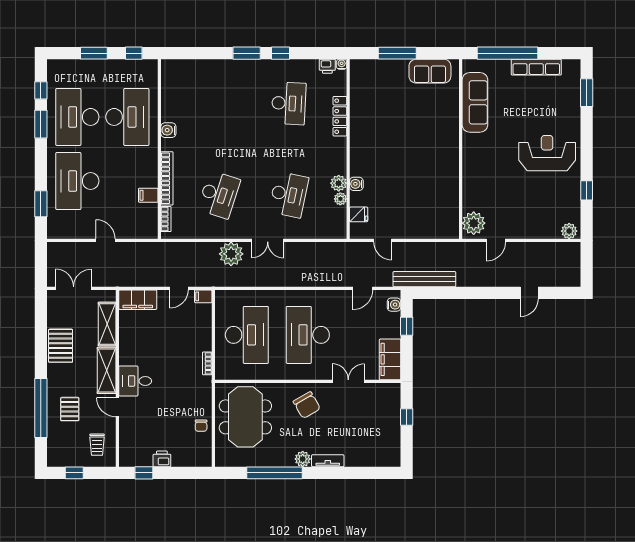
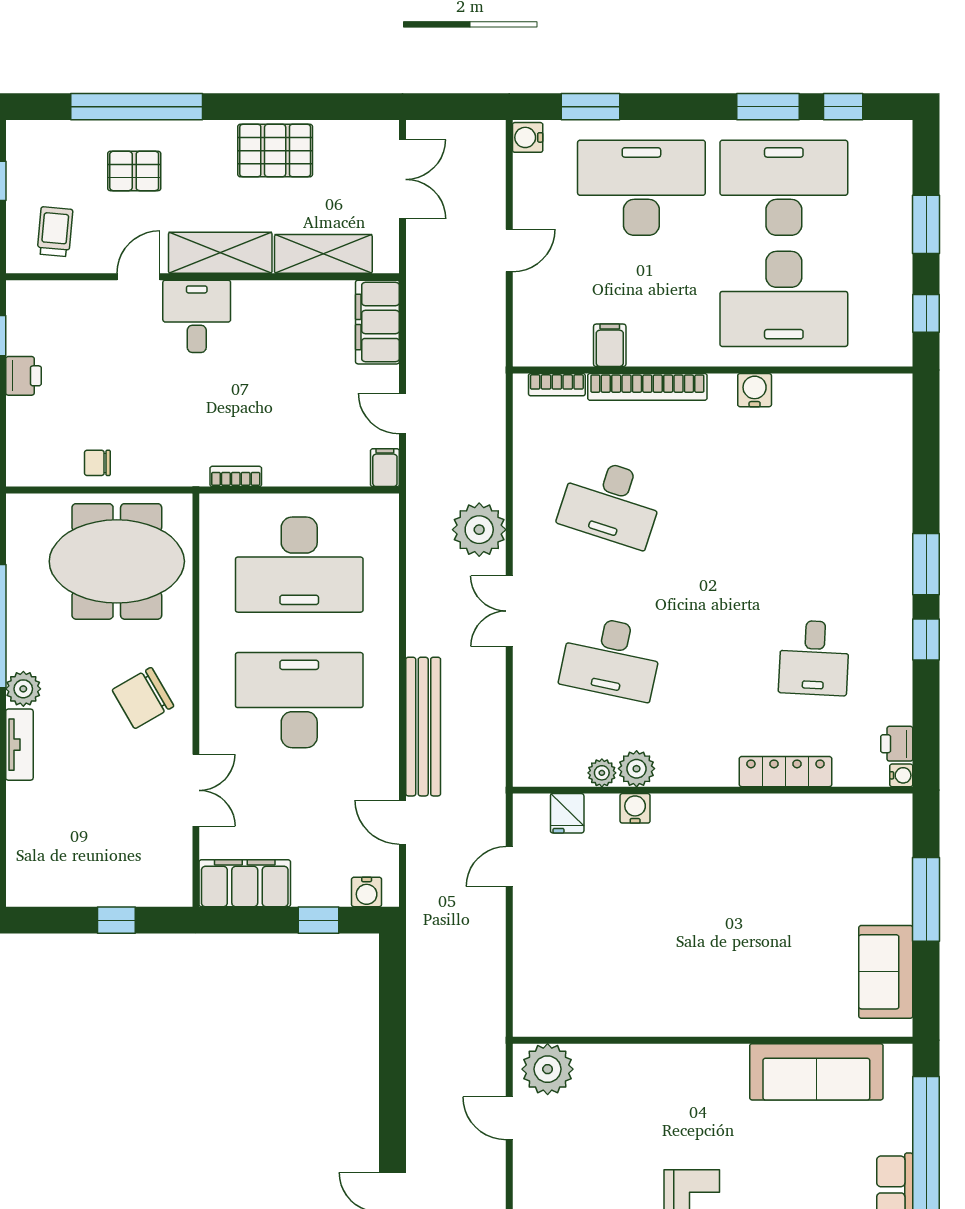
desk: (289, 103) -> (814, 658), width x0.73
water cooler: (55, 232) -> (528, 137), added
bench: (424, 279) -> (423, 727), moved
trolley: (97, 445) -> (55, 232), turned 95

